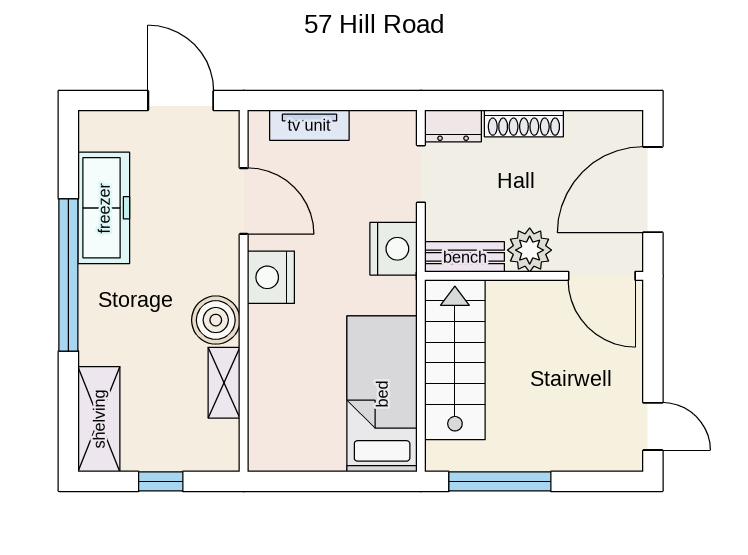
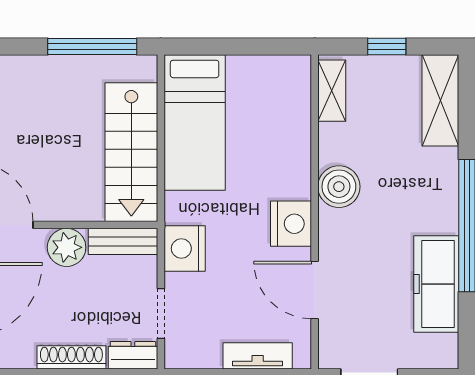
shelving: (224, 383) -> (332, 91), moved

